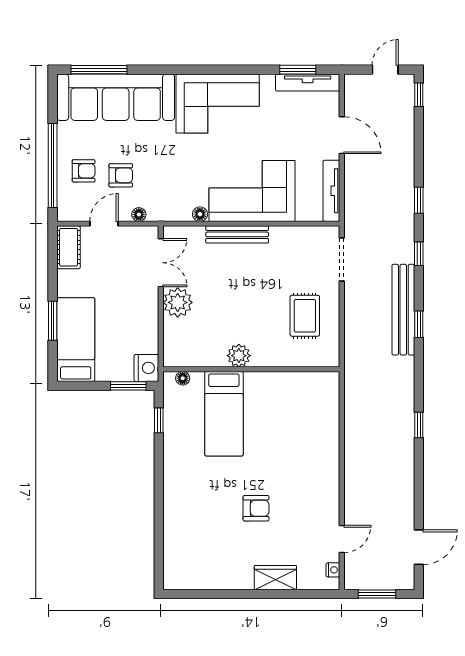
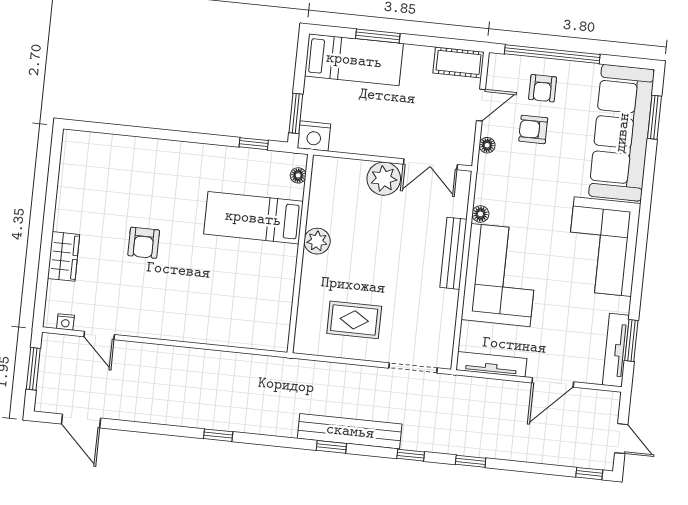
window: (99, 70) -> (654, 117), width x0.69
armchair: (121, 175) -> (533, 129), turned 90
door: (104, 224) -> (481, 105), hinge flipped

